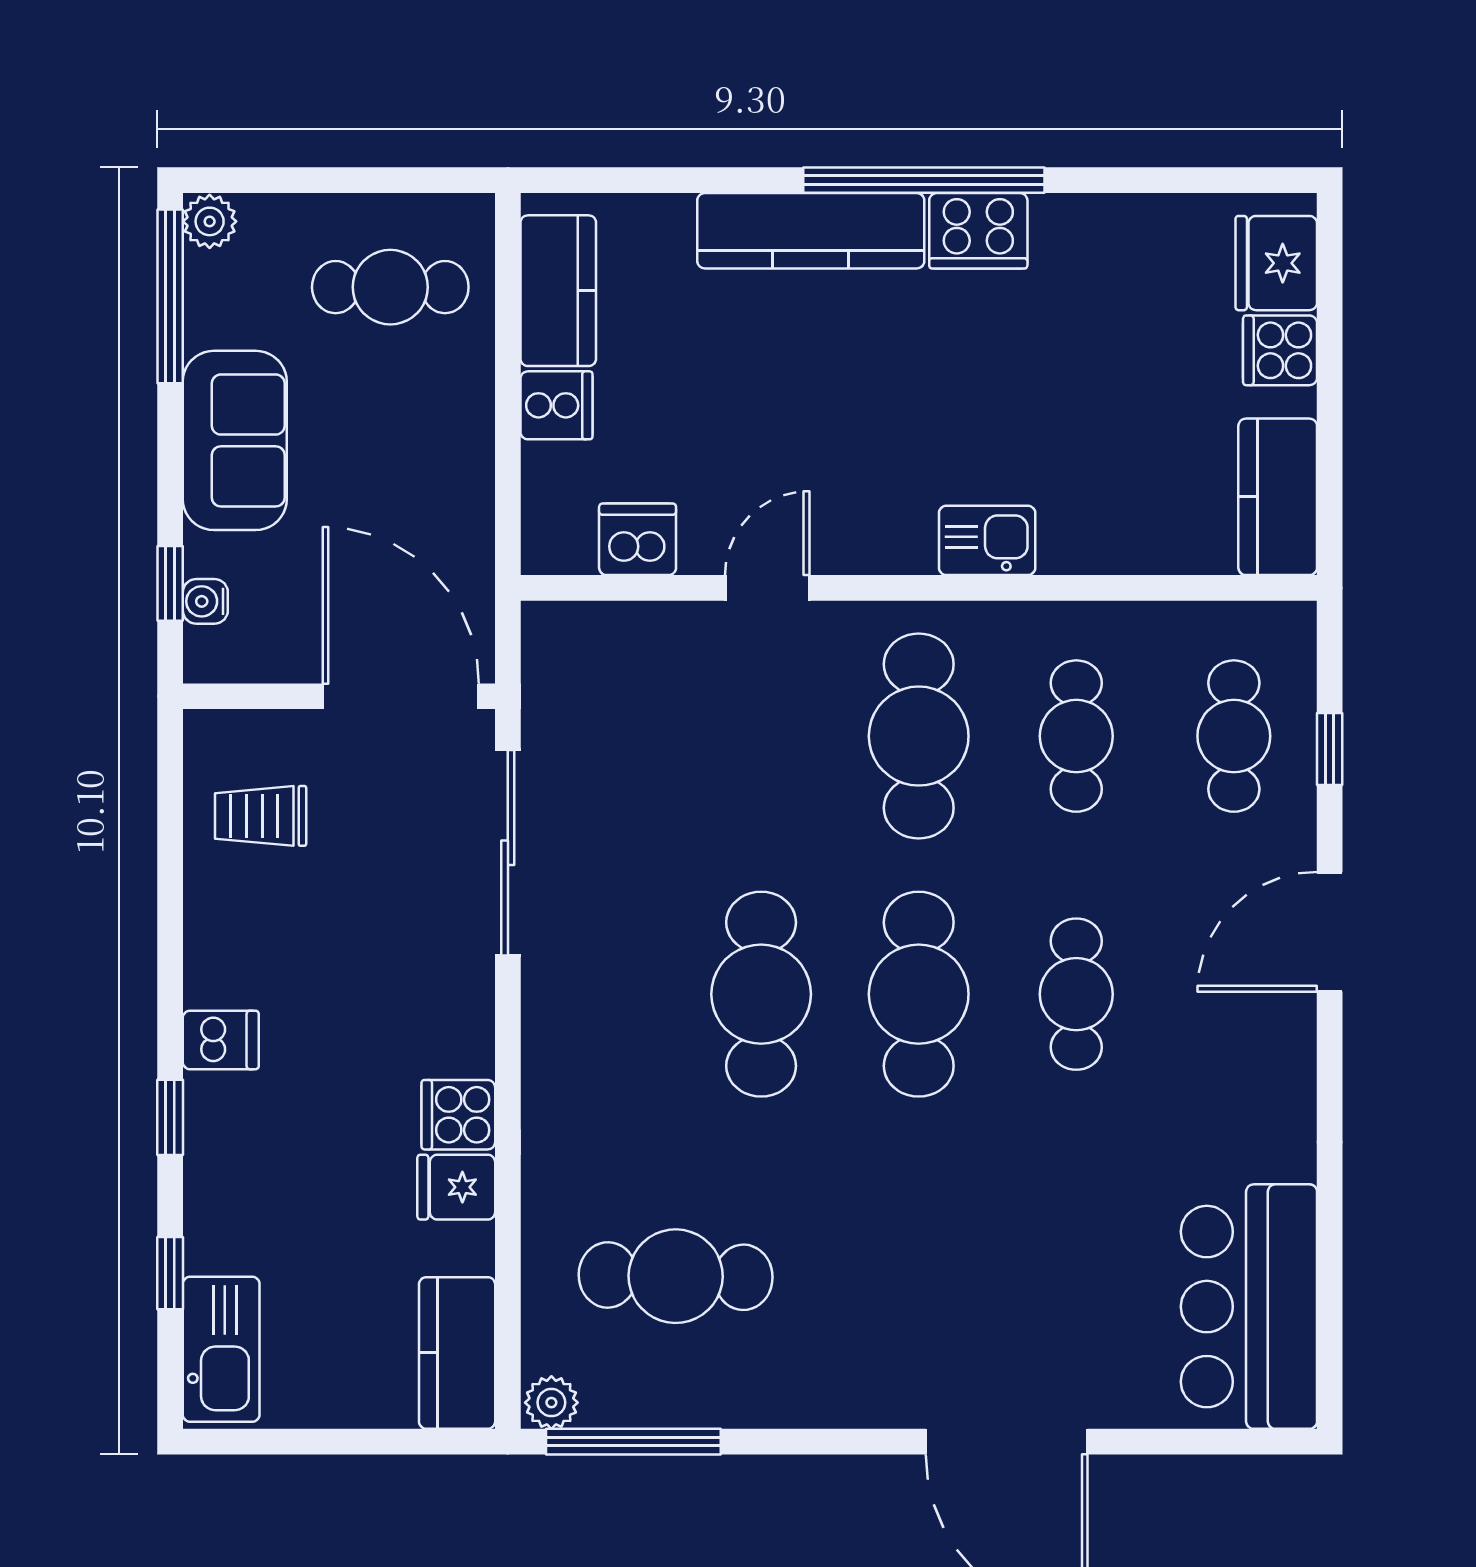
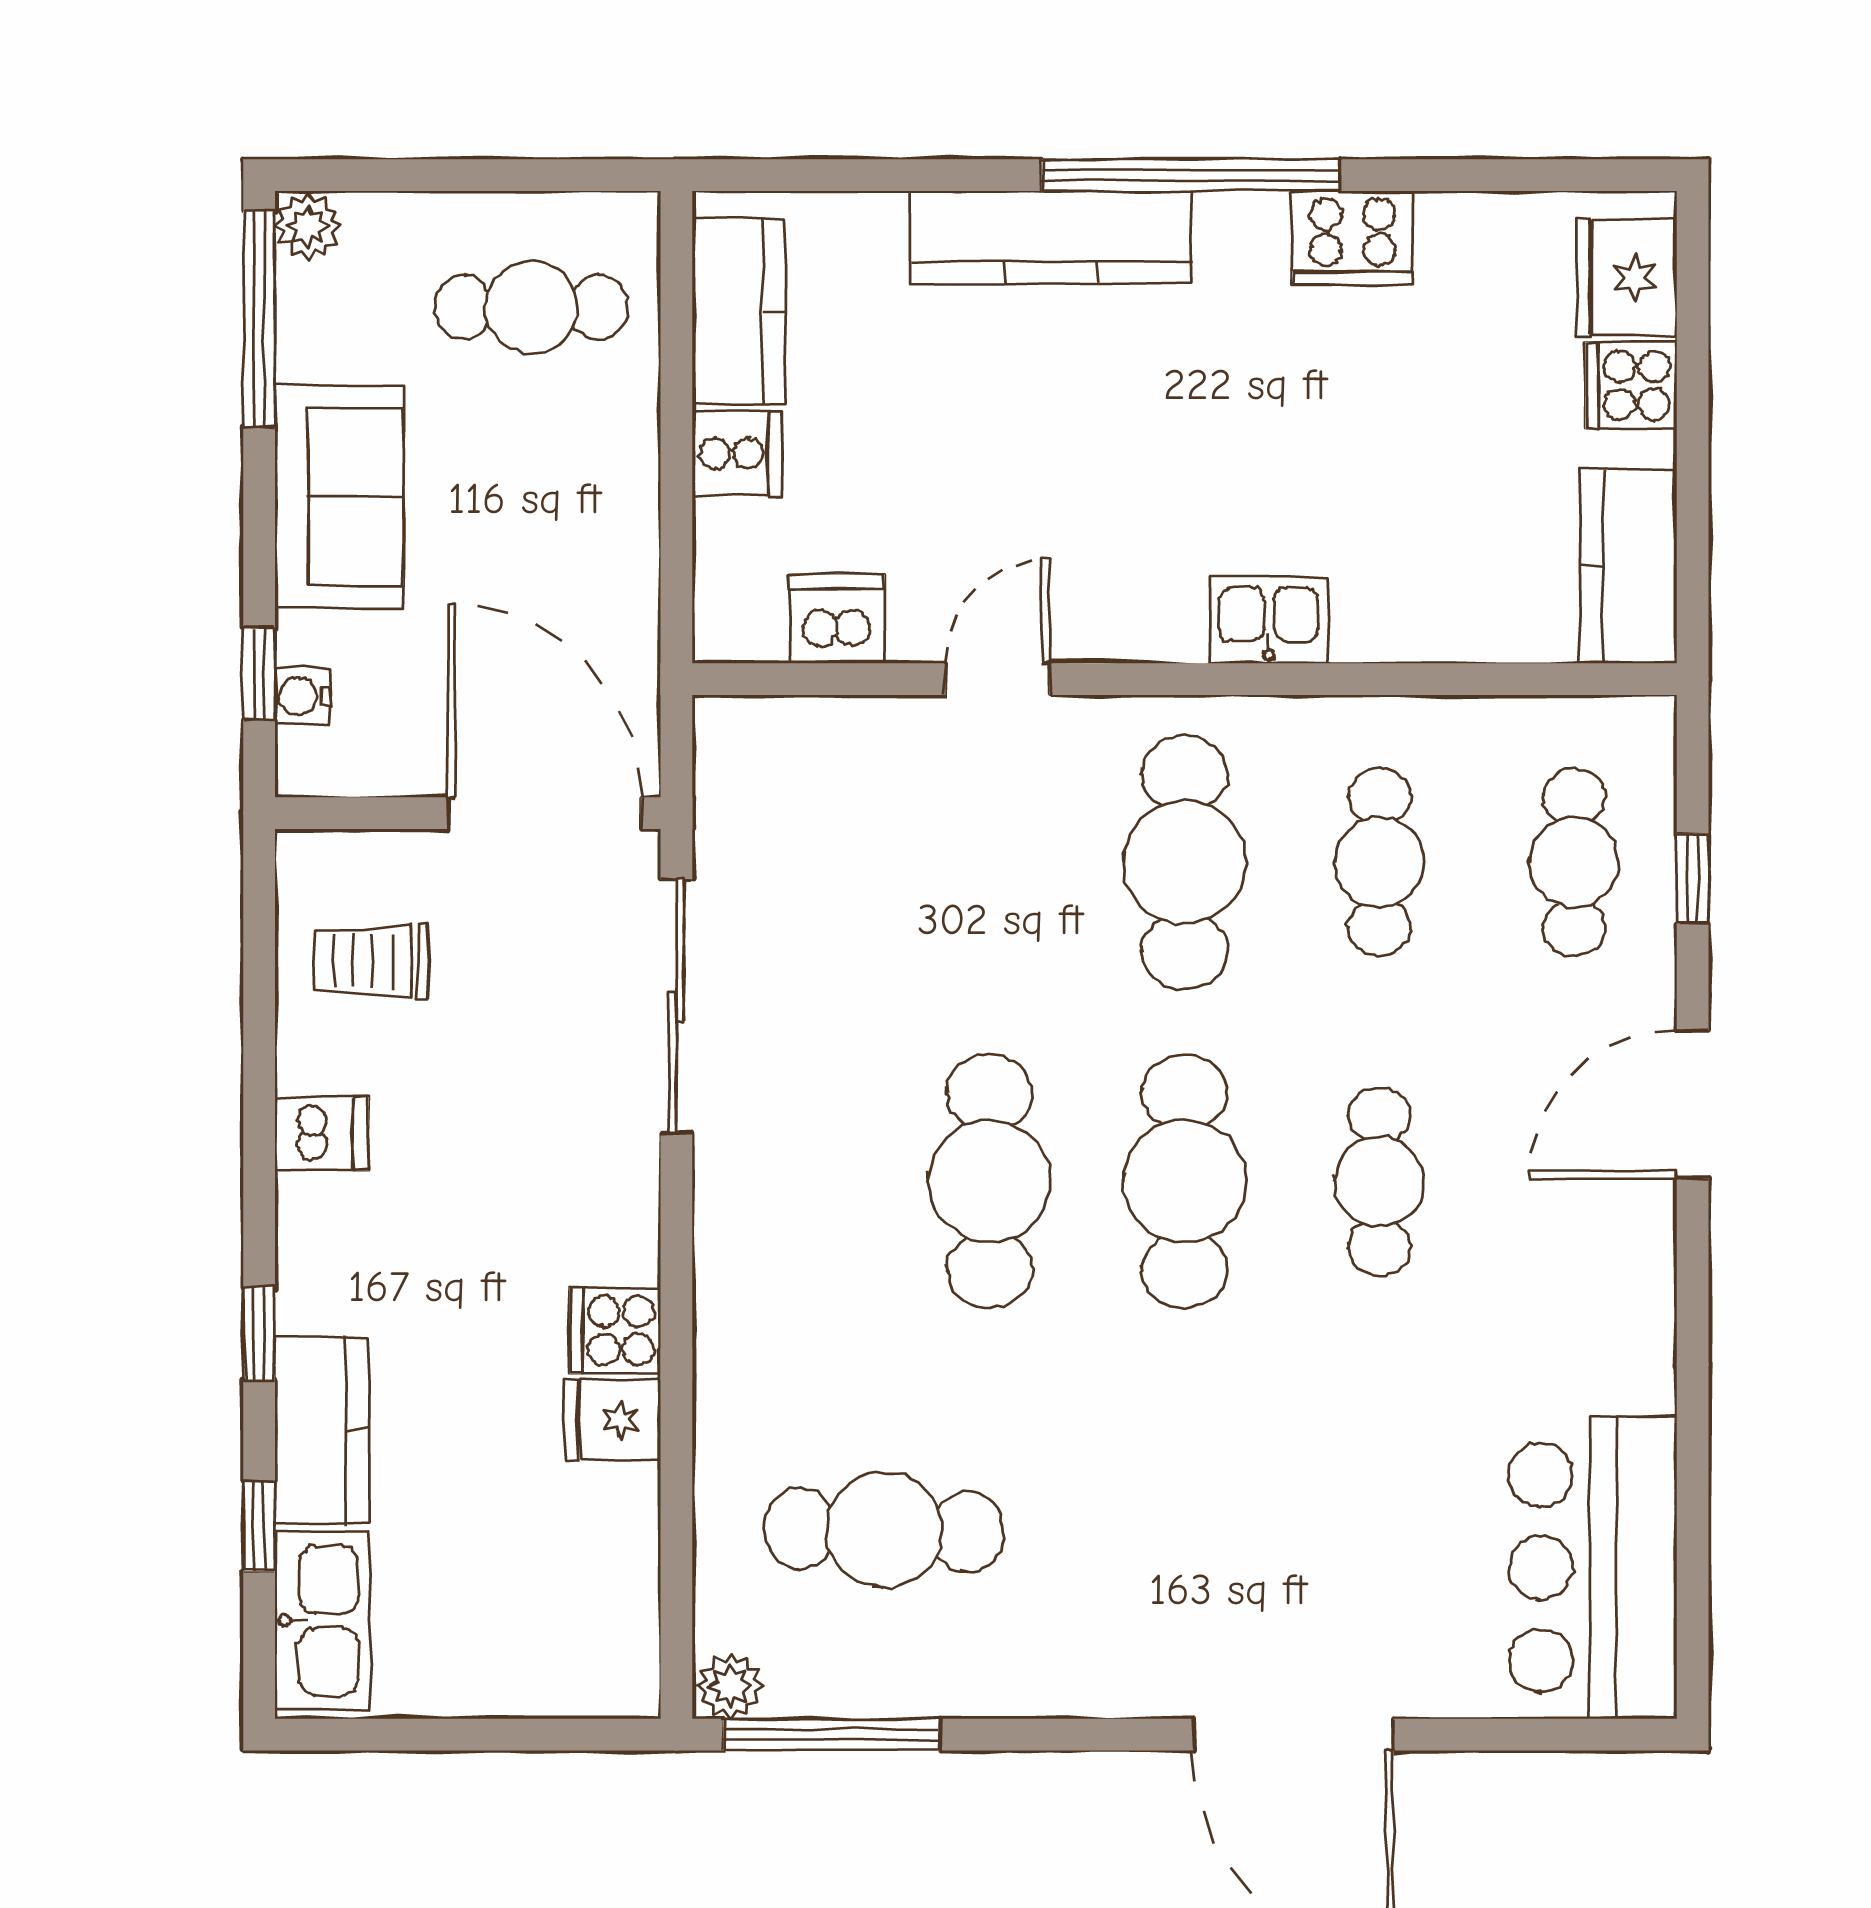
cooker: (978, 231) -> (1353, 238), moved
dishwasher: (221, 1040) -> (322, 1134), moved
kitchen counter: (457, 1353) -> (322, 1430), moved, turned 180

